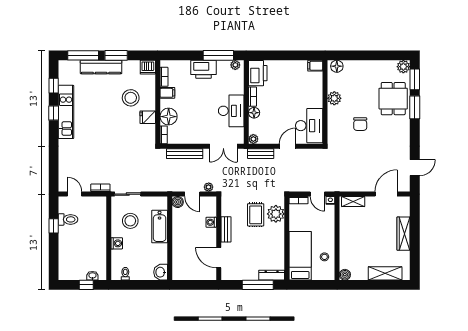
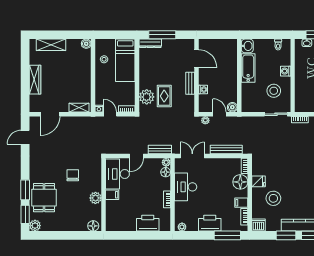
window: (218, 55) -> (227, 235), moved
filing cabinet: (315, 66) -> (112, 195), moved
printer: (258, 73) -> (148, 223), moved, turned 90
floor lamp: (254, 113) -> (166, 172), moved
bathtub: (160, 227) -> (248, 68), moved

